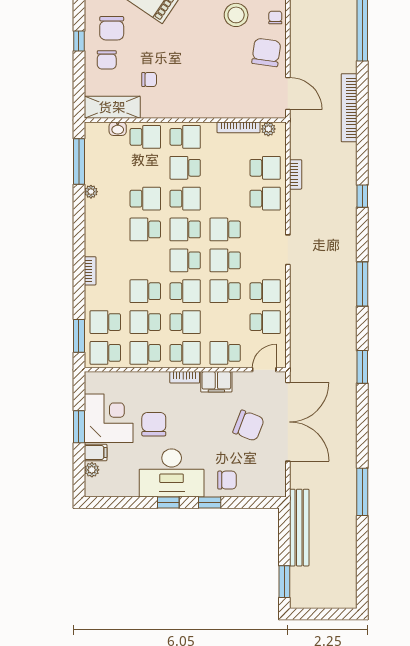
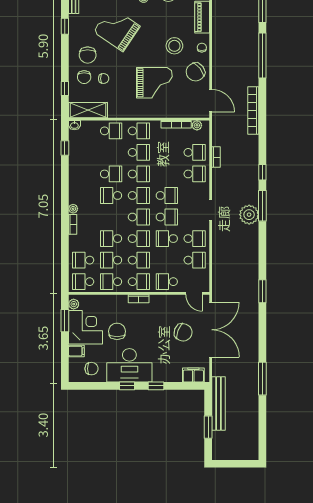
window: (79, 41) -> (65, 89), moved
chair: (266, 52) -> (195, 72), turned -136
grand piano: (207, 68) -> (154, 83), added
chair: (149, 79) -> (104, 79), moved
washbasin: (118, 129) -> (74, 125), moved
window: (79, 161) -> (65, 148), width x0.46
school desk: (185, 168) -> (139, 152), turned 180
plant: (91, 192) -> (73, 209), moved
school desk: (185, 229) -> (139, 195), turned 180
school desk: (225, 229) -> (167, 195), turned 180
plant: (343, 257) -> (249, 215), added
school desk: (185, 260) -> (139, 217), turned 180
school desk: (225, 260) -> (167, 217), turned 180
window: (362, 284) -> (262, 206), moved
window: (79, 336) -> (65, 270), removed
door: (264, 370) -> (194, 293), swing flipped
filing cabinet: (216, 382) -> (193, 375), moved, turned 180
window: (79, 427) -> (65, 321), moved
plant: (92, 470) -> (74, 304), moved
chair: (227, 480) -> (91, 369), moved
window: (284, 582) -> (208, 427), moved

